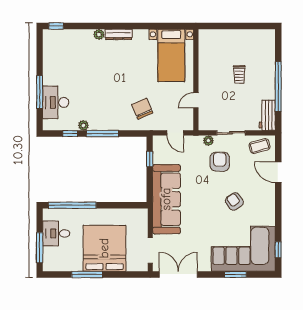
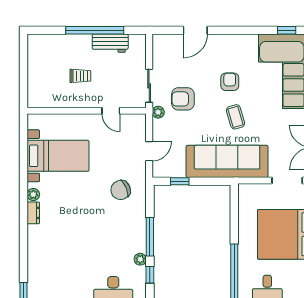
plant: (99, 34) -> (33, 195), moved
dresser: (119, 34) -> (33, 213), width x0.70
wall: (196, 80) -> (87, 111), moved
door: (196, 100) -> (111, 111), moved
workbench: (267, 115) -> (110, 43), moved
coffee table: (260, 146) -> (236, 117), moved
armchair: (234, 202) -> (230, 82), turned 126

